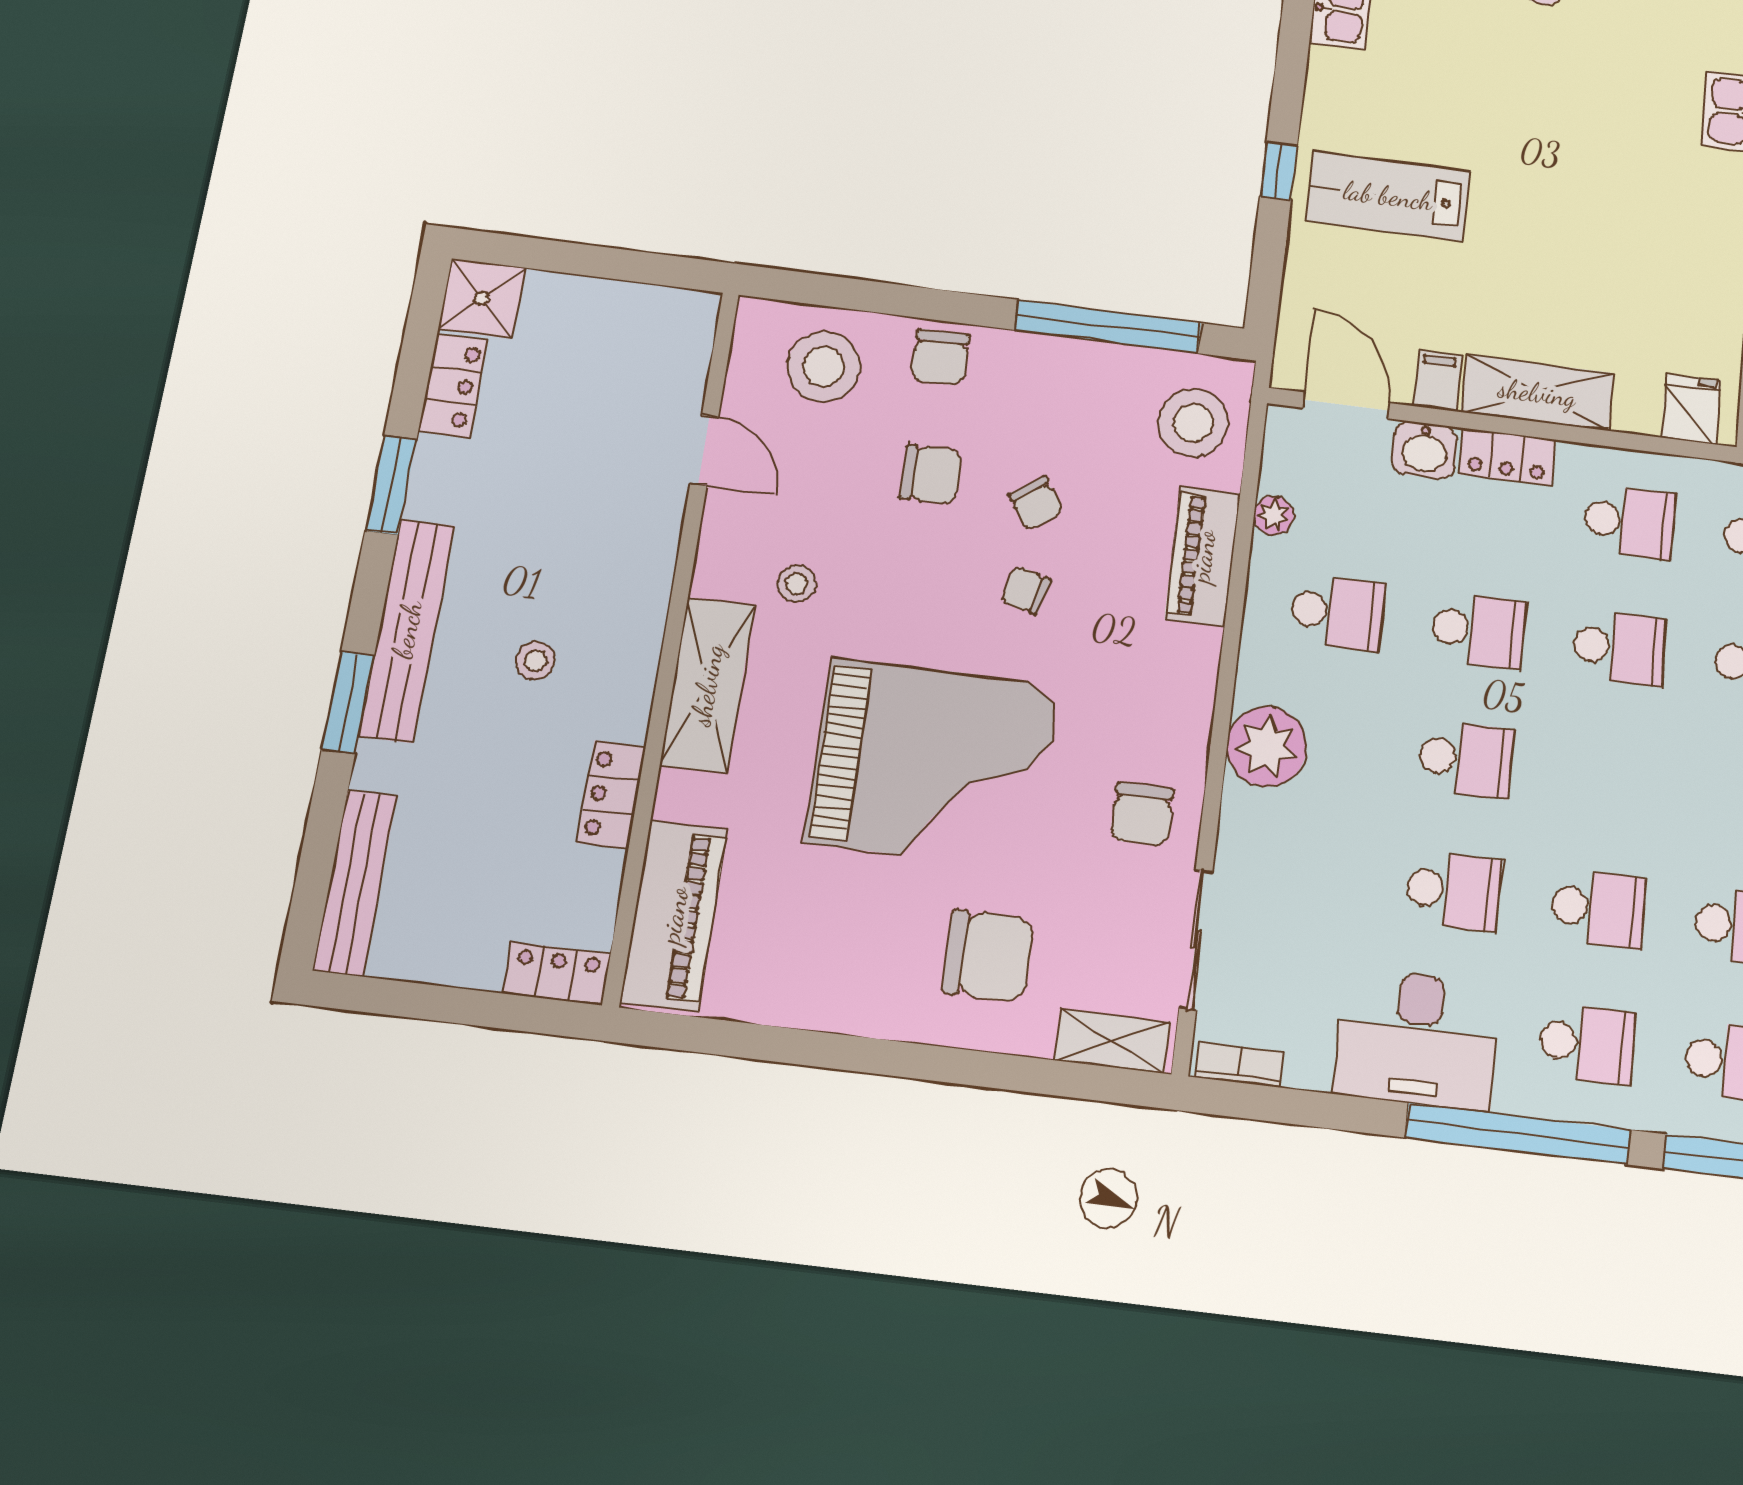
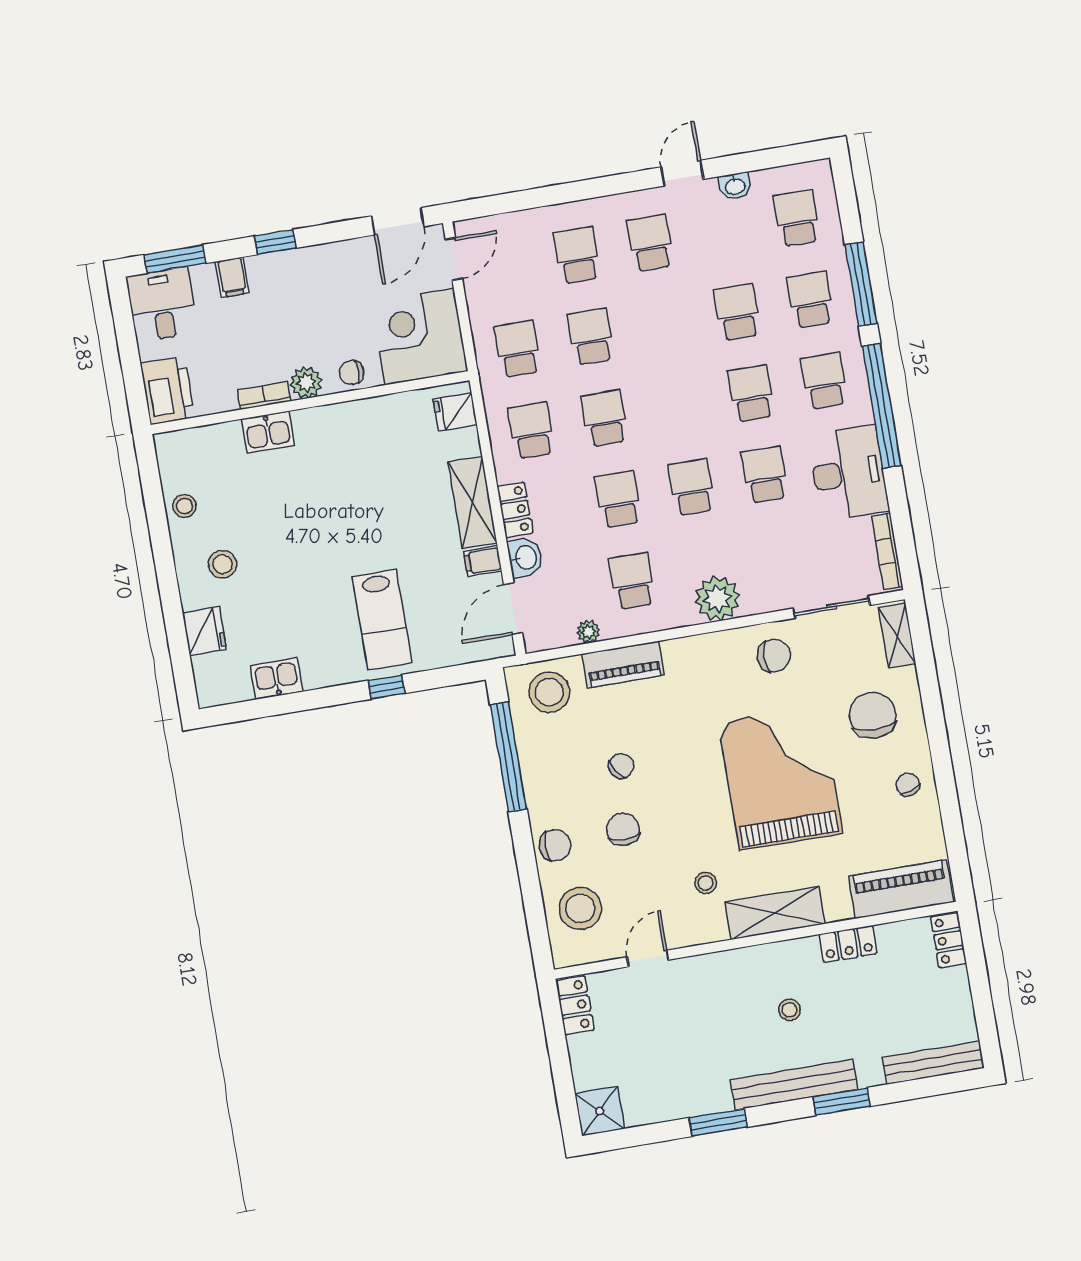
locker: (453, 386) -> (575, 1005), moved, turned 90
chair: (1026, 590) -> (908, 784), moved, turned 147
bookcase: (1239, 1065) -> (887, 551), width x1.56

